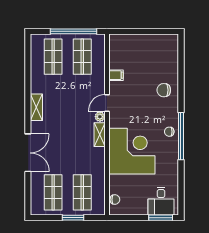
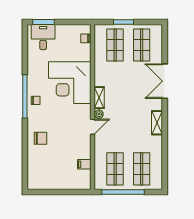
filing cabinet: (116, 75) -> (84, 164), moved

